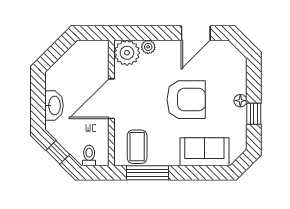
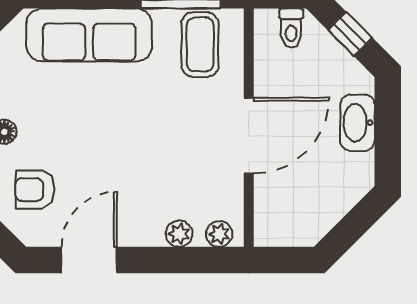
plant: (127, 53) -> (219, 234), width x0.53, depth x0.53
armchair: (186, 100) -> (35, 190), moved, width x0.53, depth x0.53
sofa: (204, 152) -> (89, 35), width x1.36

